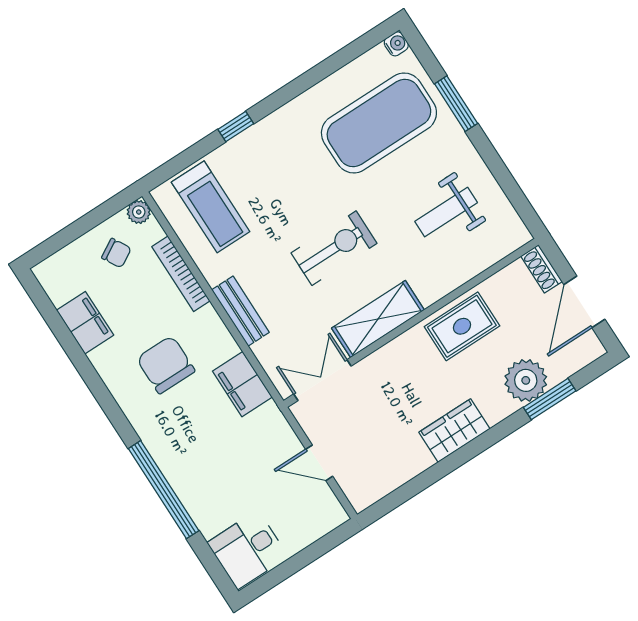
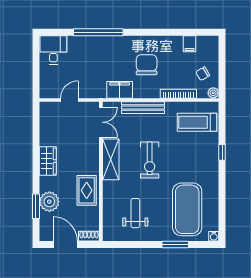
bench: (240, 311) -> (143, 108), width x1.36
filing cabinet: (85, 323) -> (190, 44), width x0.50
chair: (166, 365) -> (147, 65), turned -90

